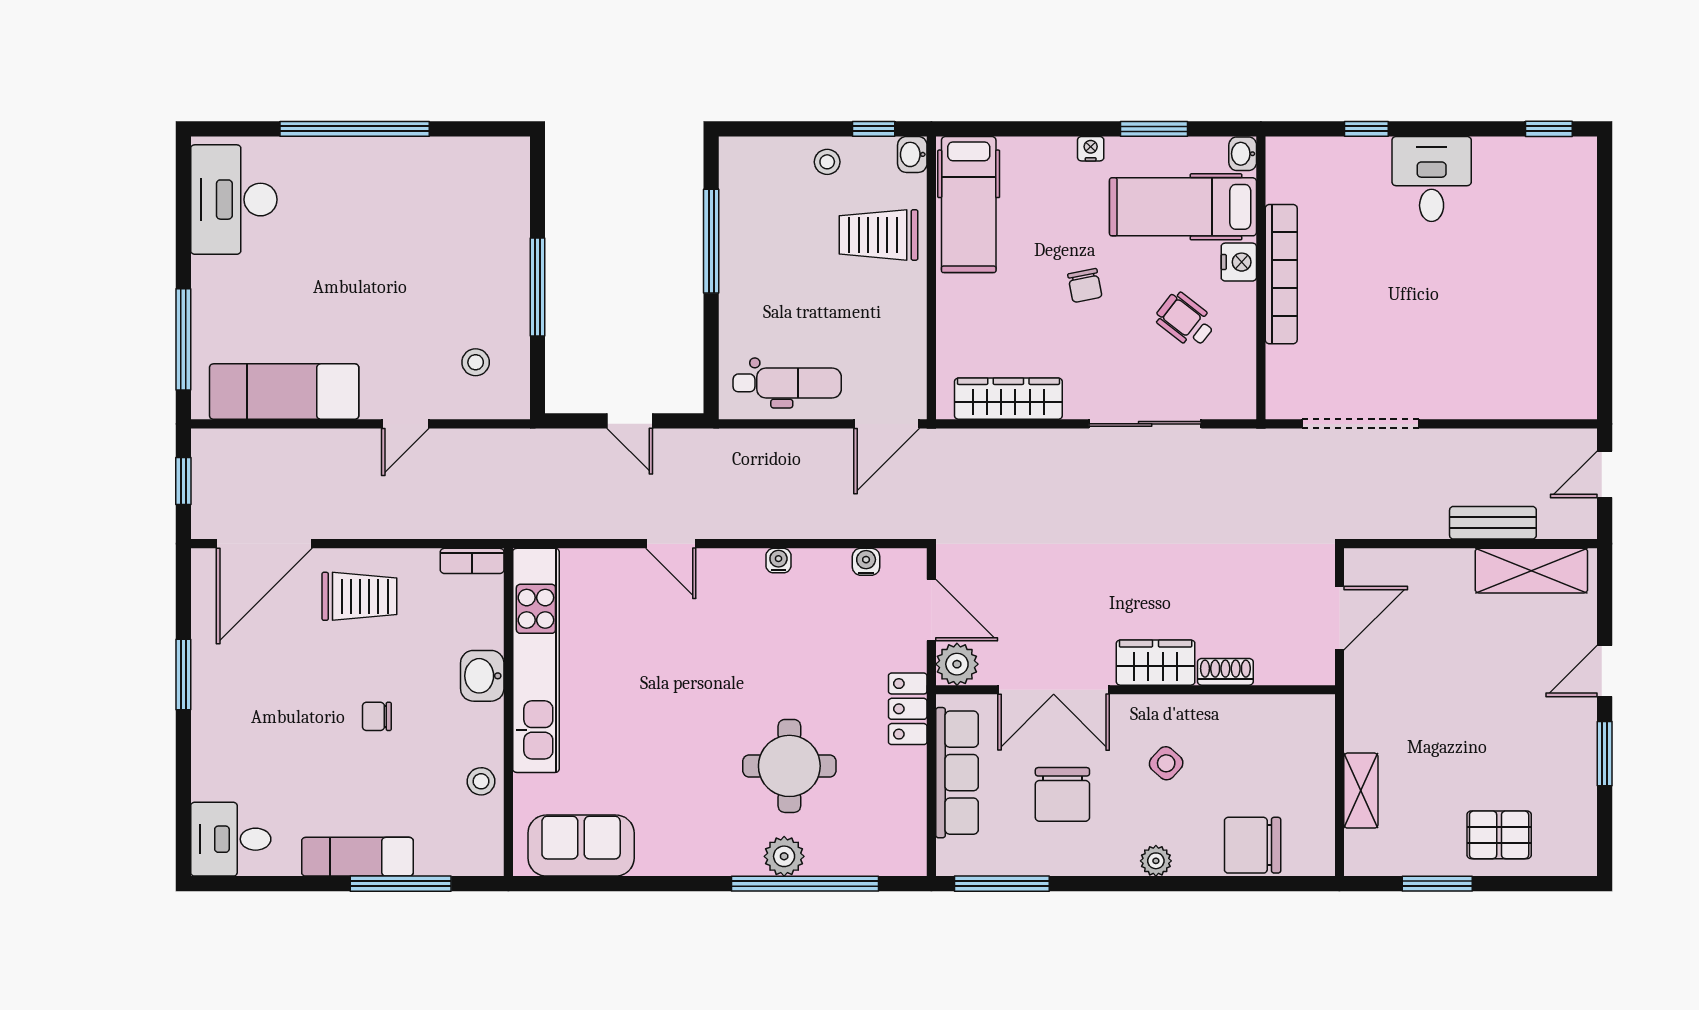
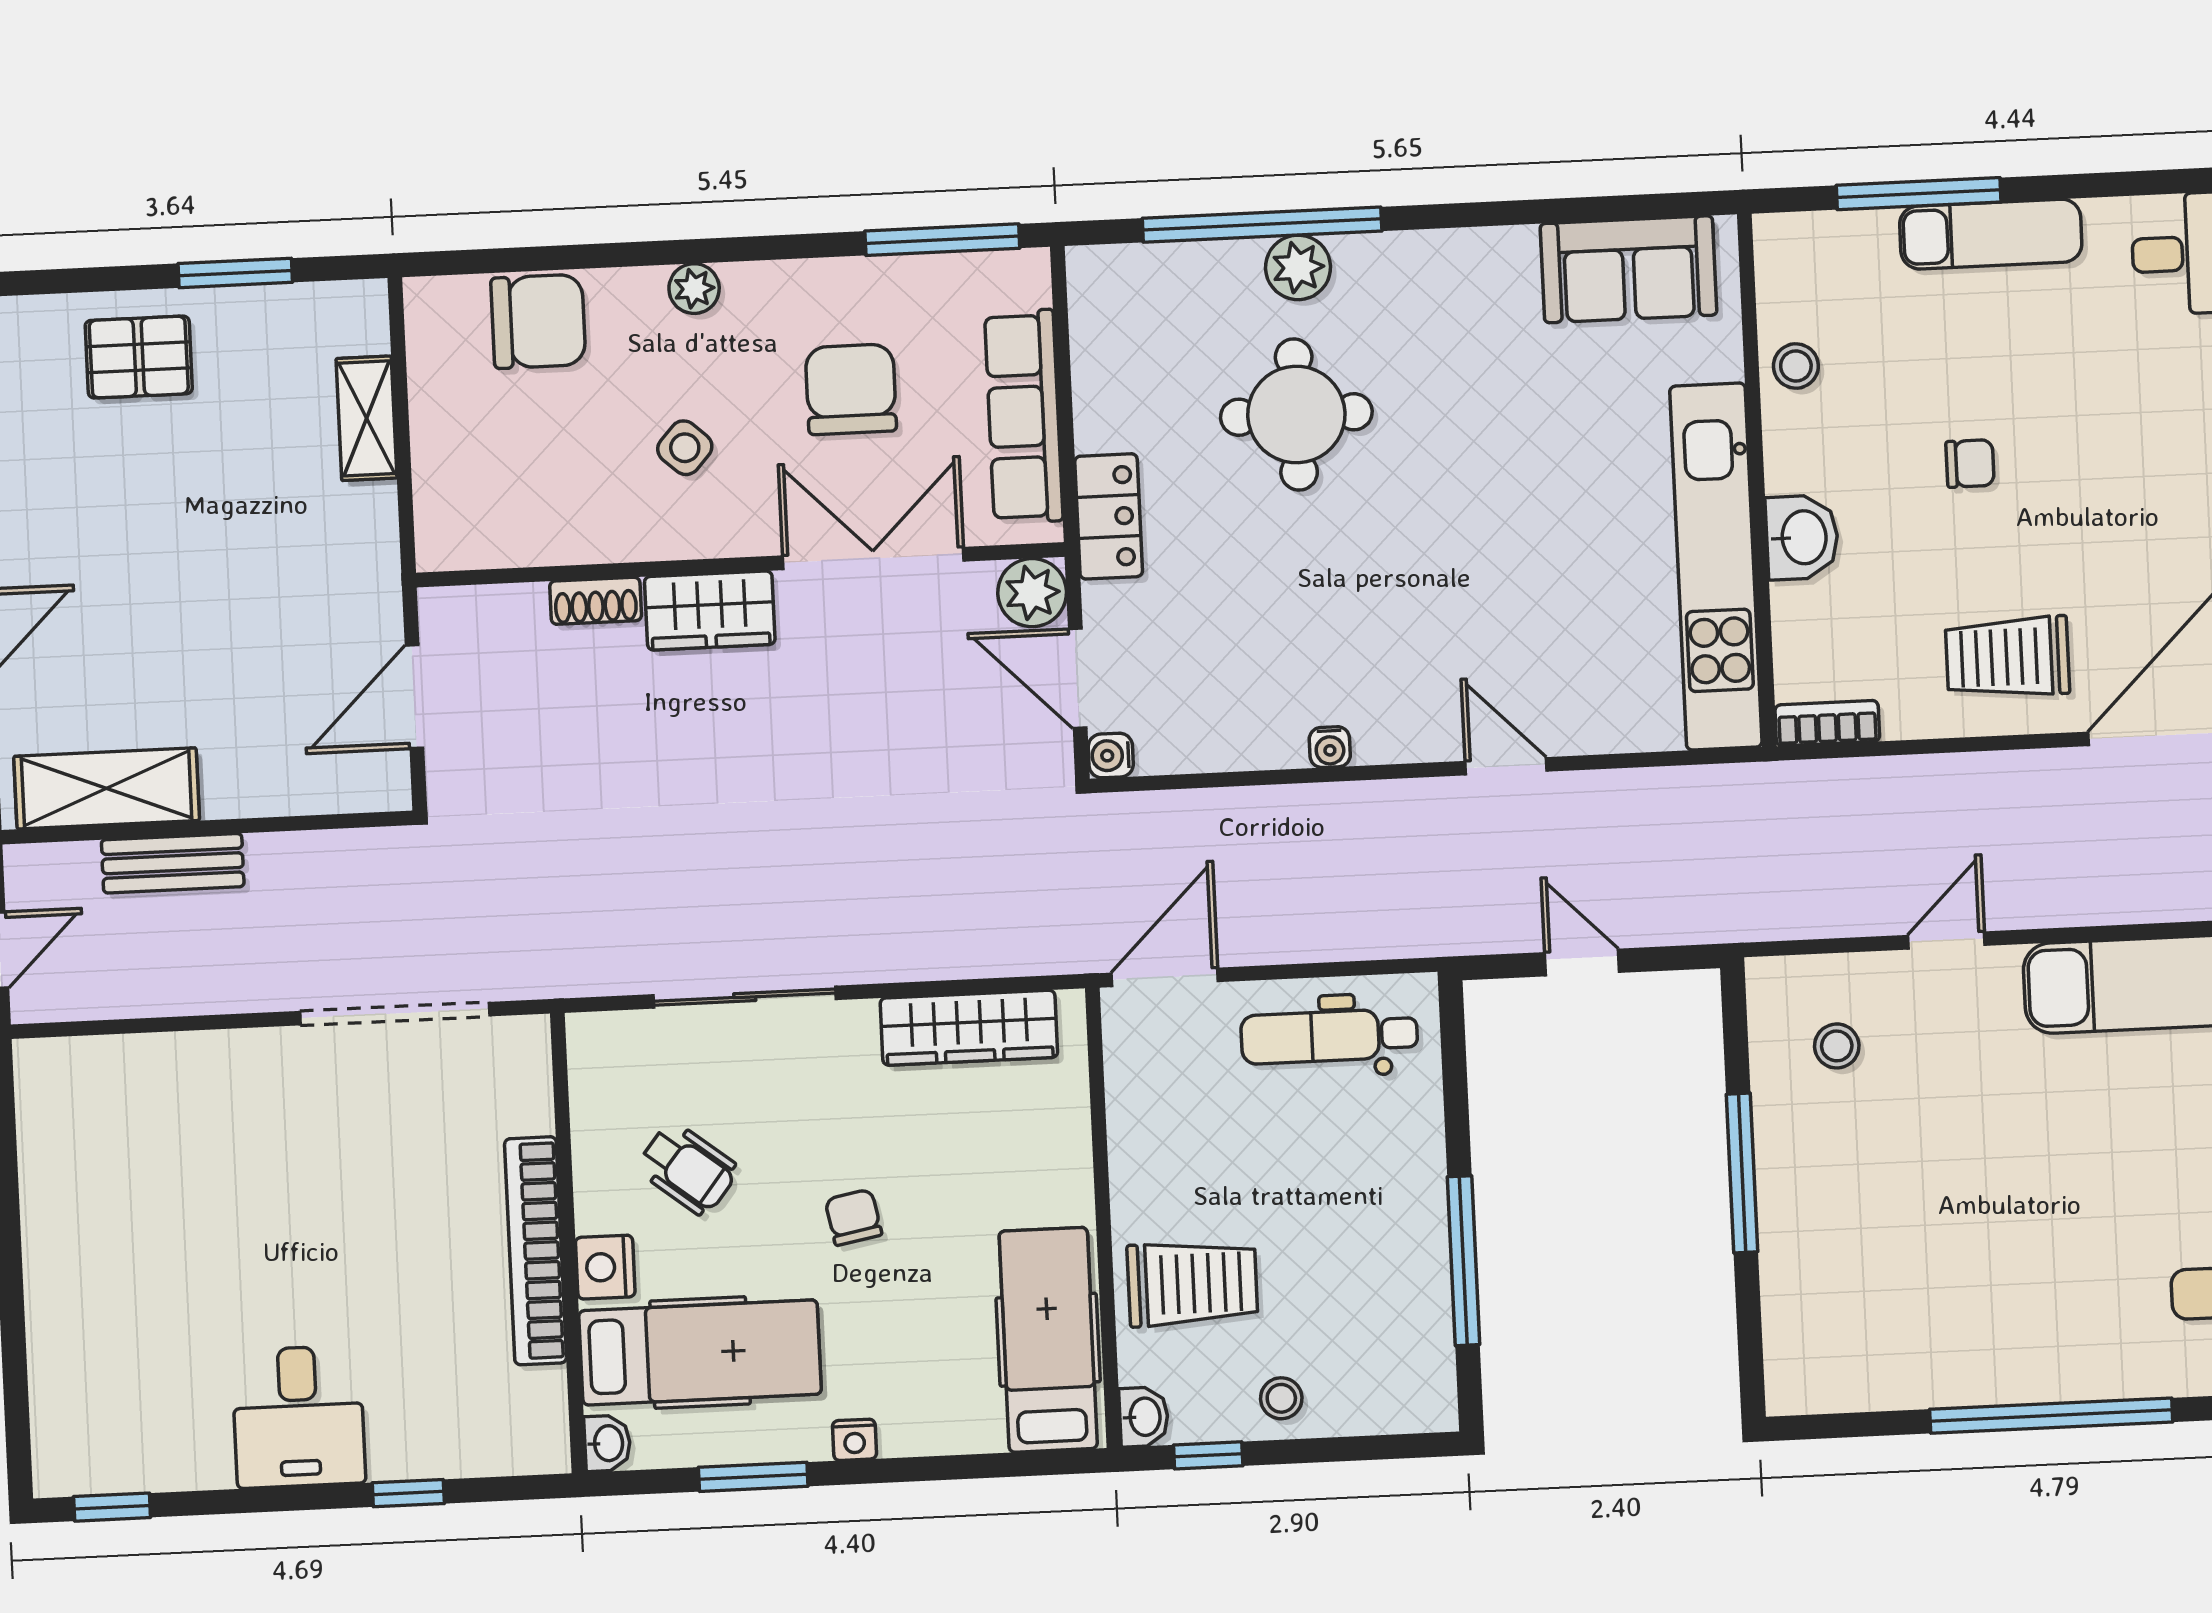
water cooler: (866, 562) -> (1111, 756), moved, turned 90

